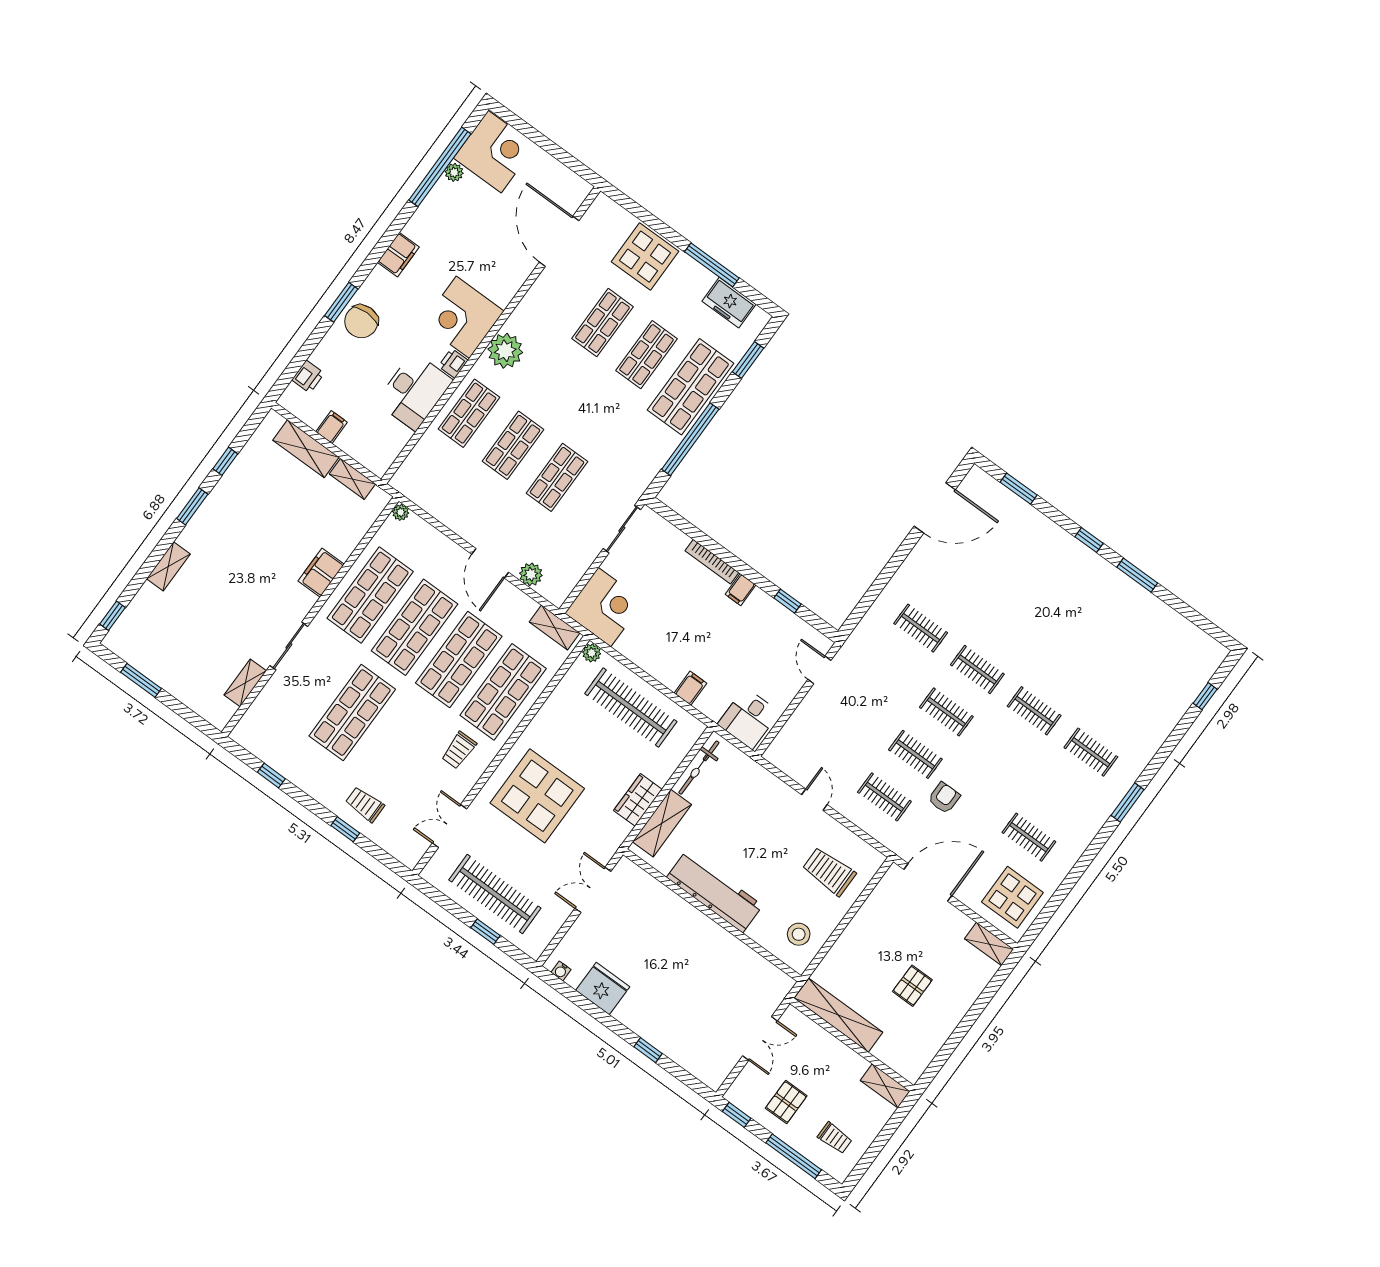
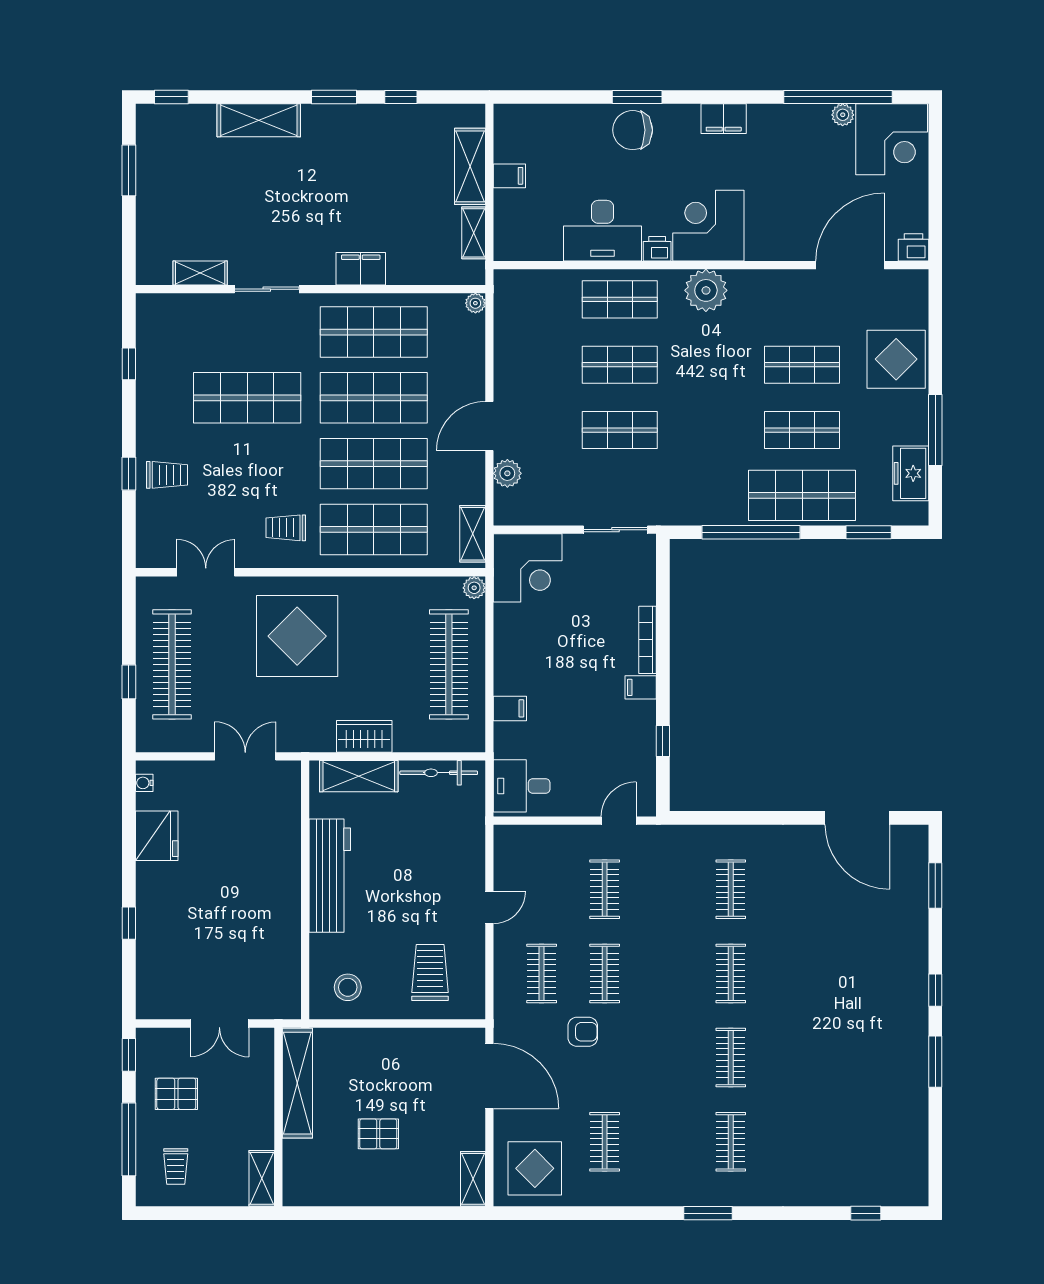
printer: (308, 377) -> (913, 247), moved, turned 180
shelving: (168, 566) -> (259, 120), width x1.50, depth x1.33
clothes rail: (946, 712) -> (605, 889), moved
trolley: (365, 804) -> (167, 475), turned 90

